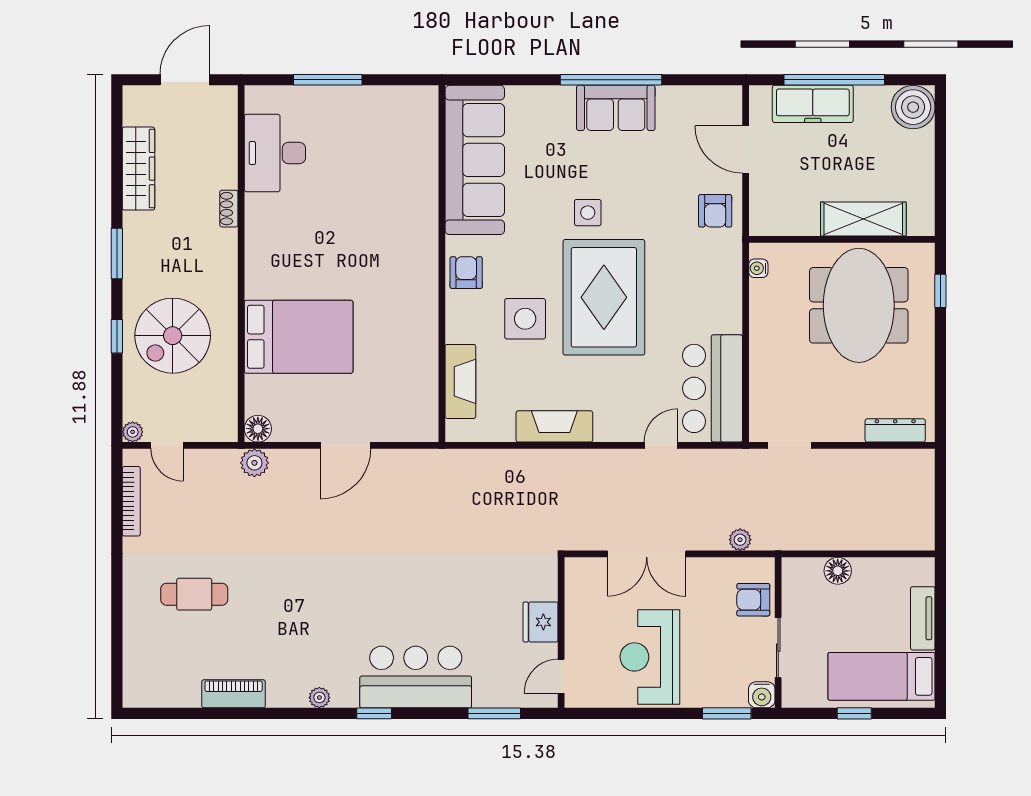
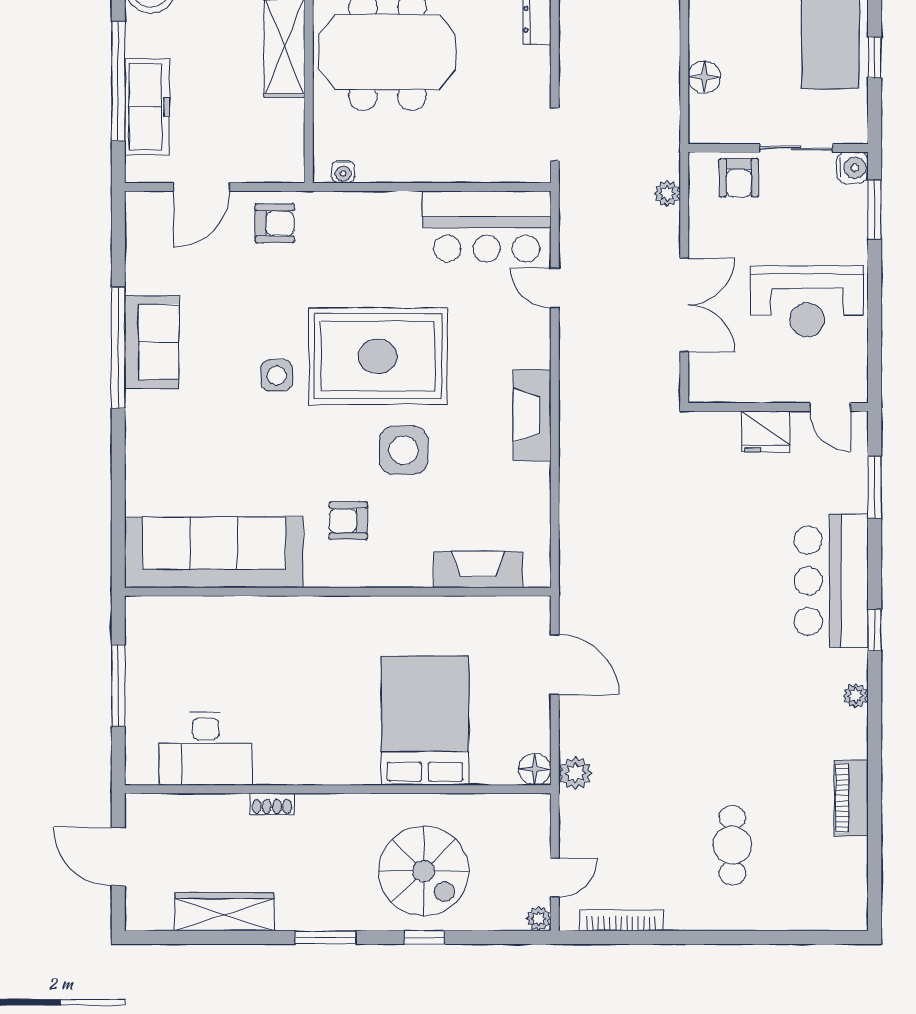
sofa: (475, 160) -> (214, 552), moved
wall: (442, 264) -> (338, 592), moved
fireplace: (460, 381) -> (478, 570), moved

